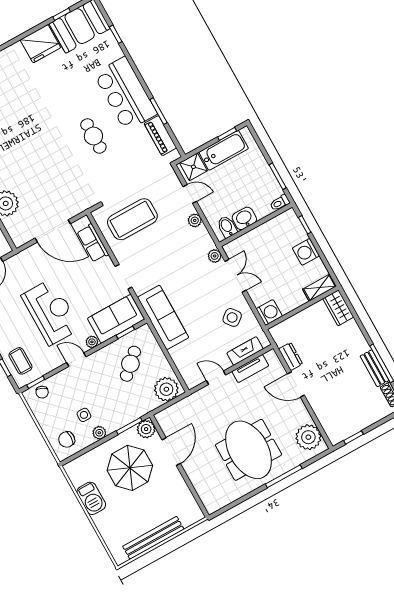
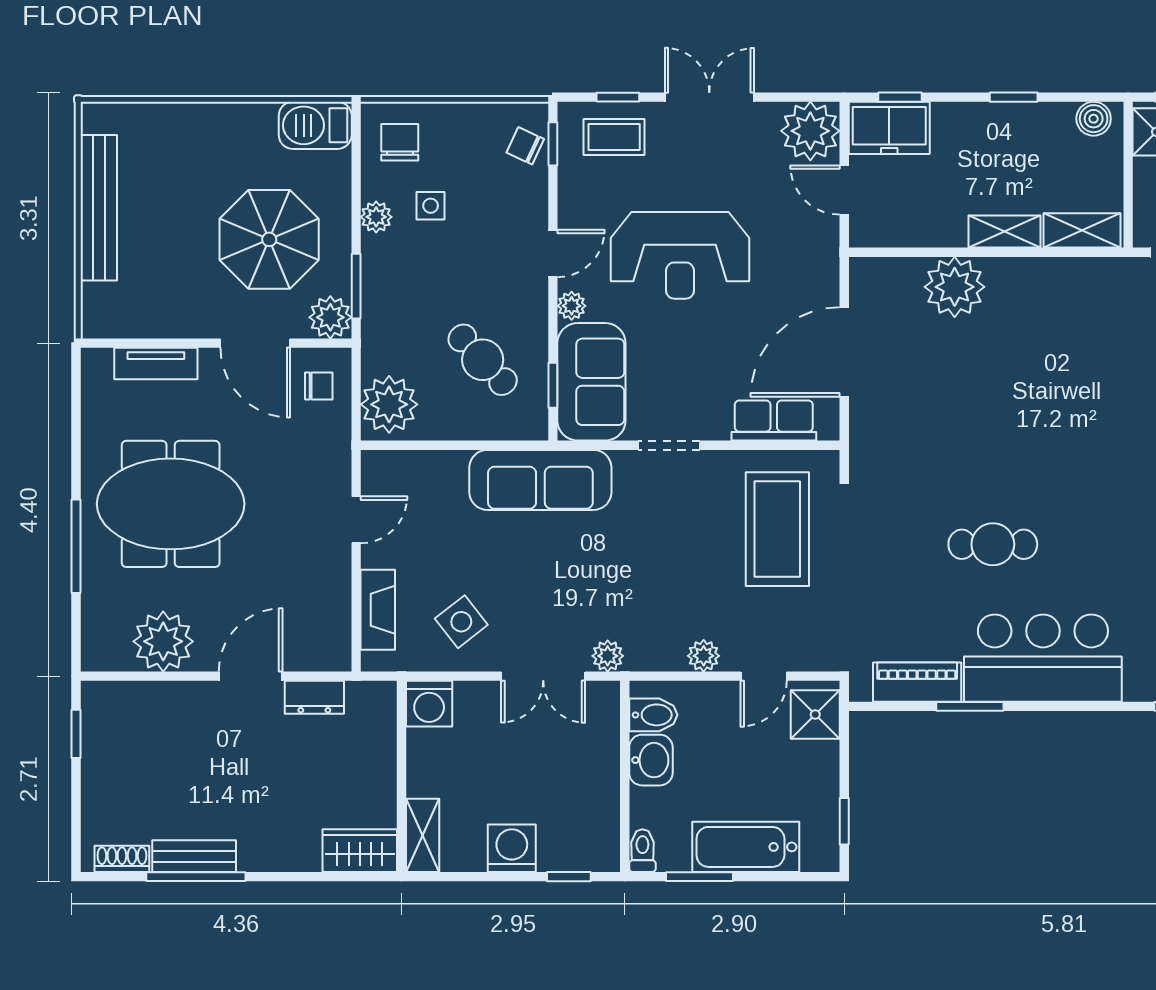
bathtub: (224, 150) -> (746, 847), moved, turned 90
tv unit: (250, 369) -> (156, 363), moved, turned -90
chair: (174, 419) -> (319, 386), added
plant: (308, 437) -> (163, 641), moved
barbecue: (91, 498) -> (315, 125), moved

